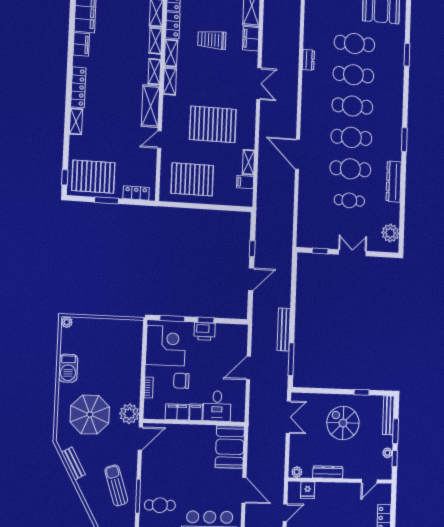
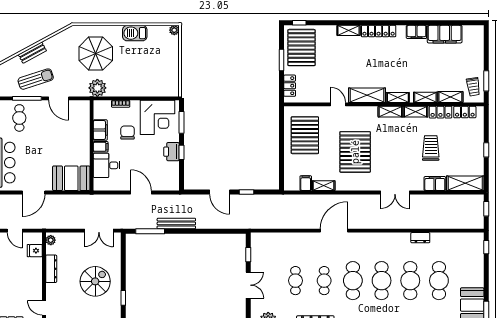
cafe table: (350, 169) -> (324, 281), width x0.73, depth x0.74
door: (140, 438) -> (59, 98), moved
bench: (73, 463) -> (32, 53), moved

